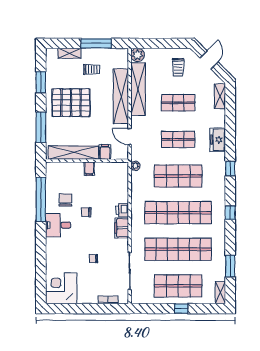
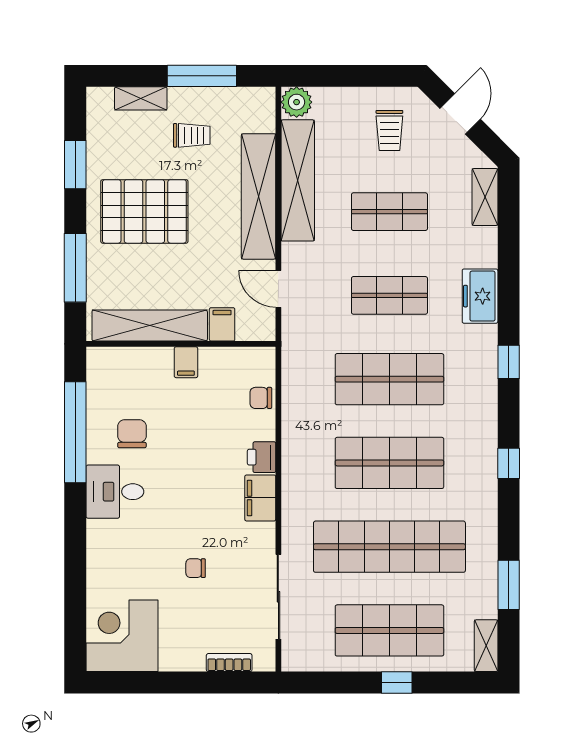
plant: (135, 166) -> (292, 356), removed
chair: (86, 212) -> (261, 398), moved
shop shelf: (178, 213) -> (389, 463), width x0.71

